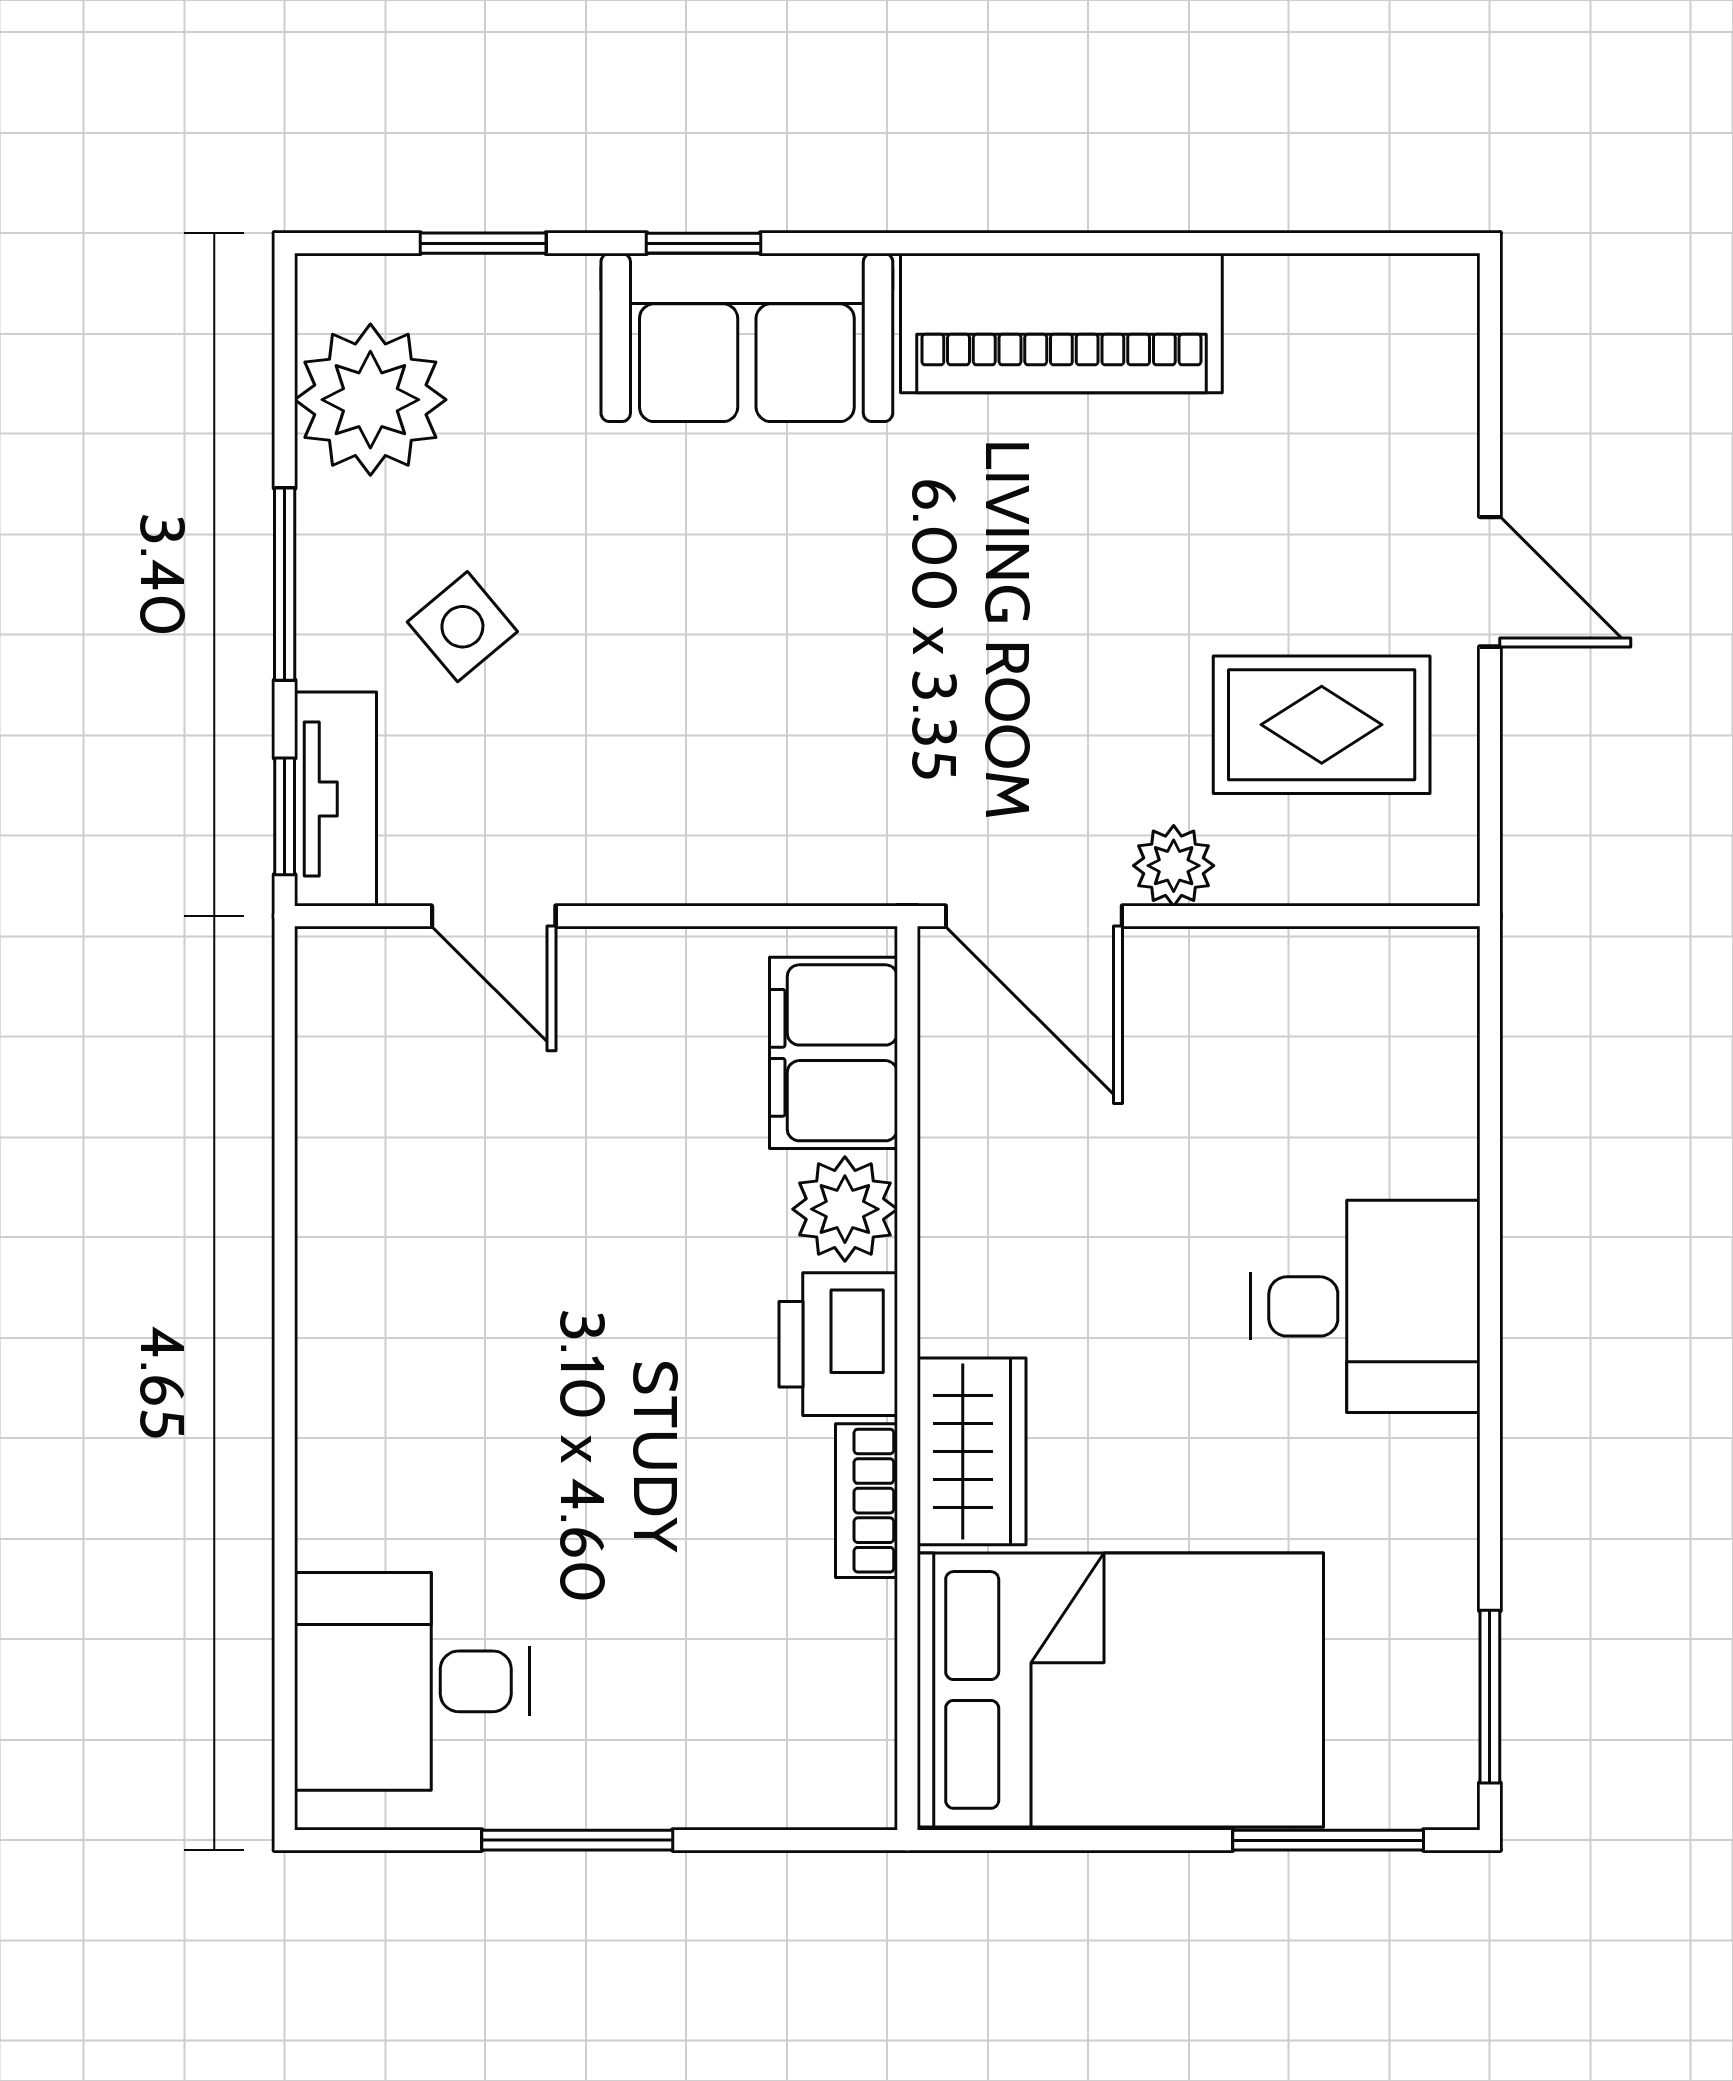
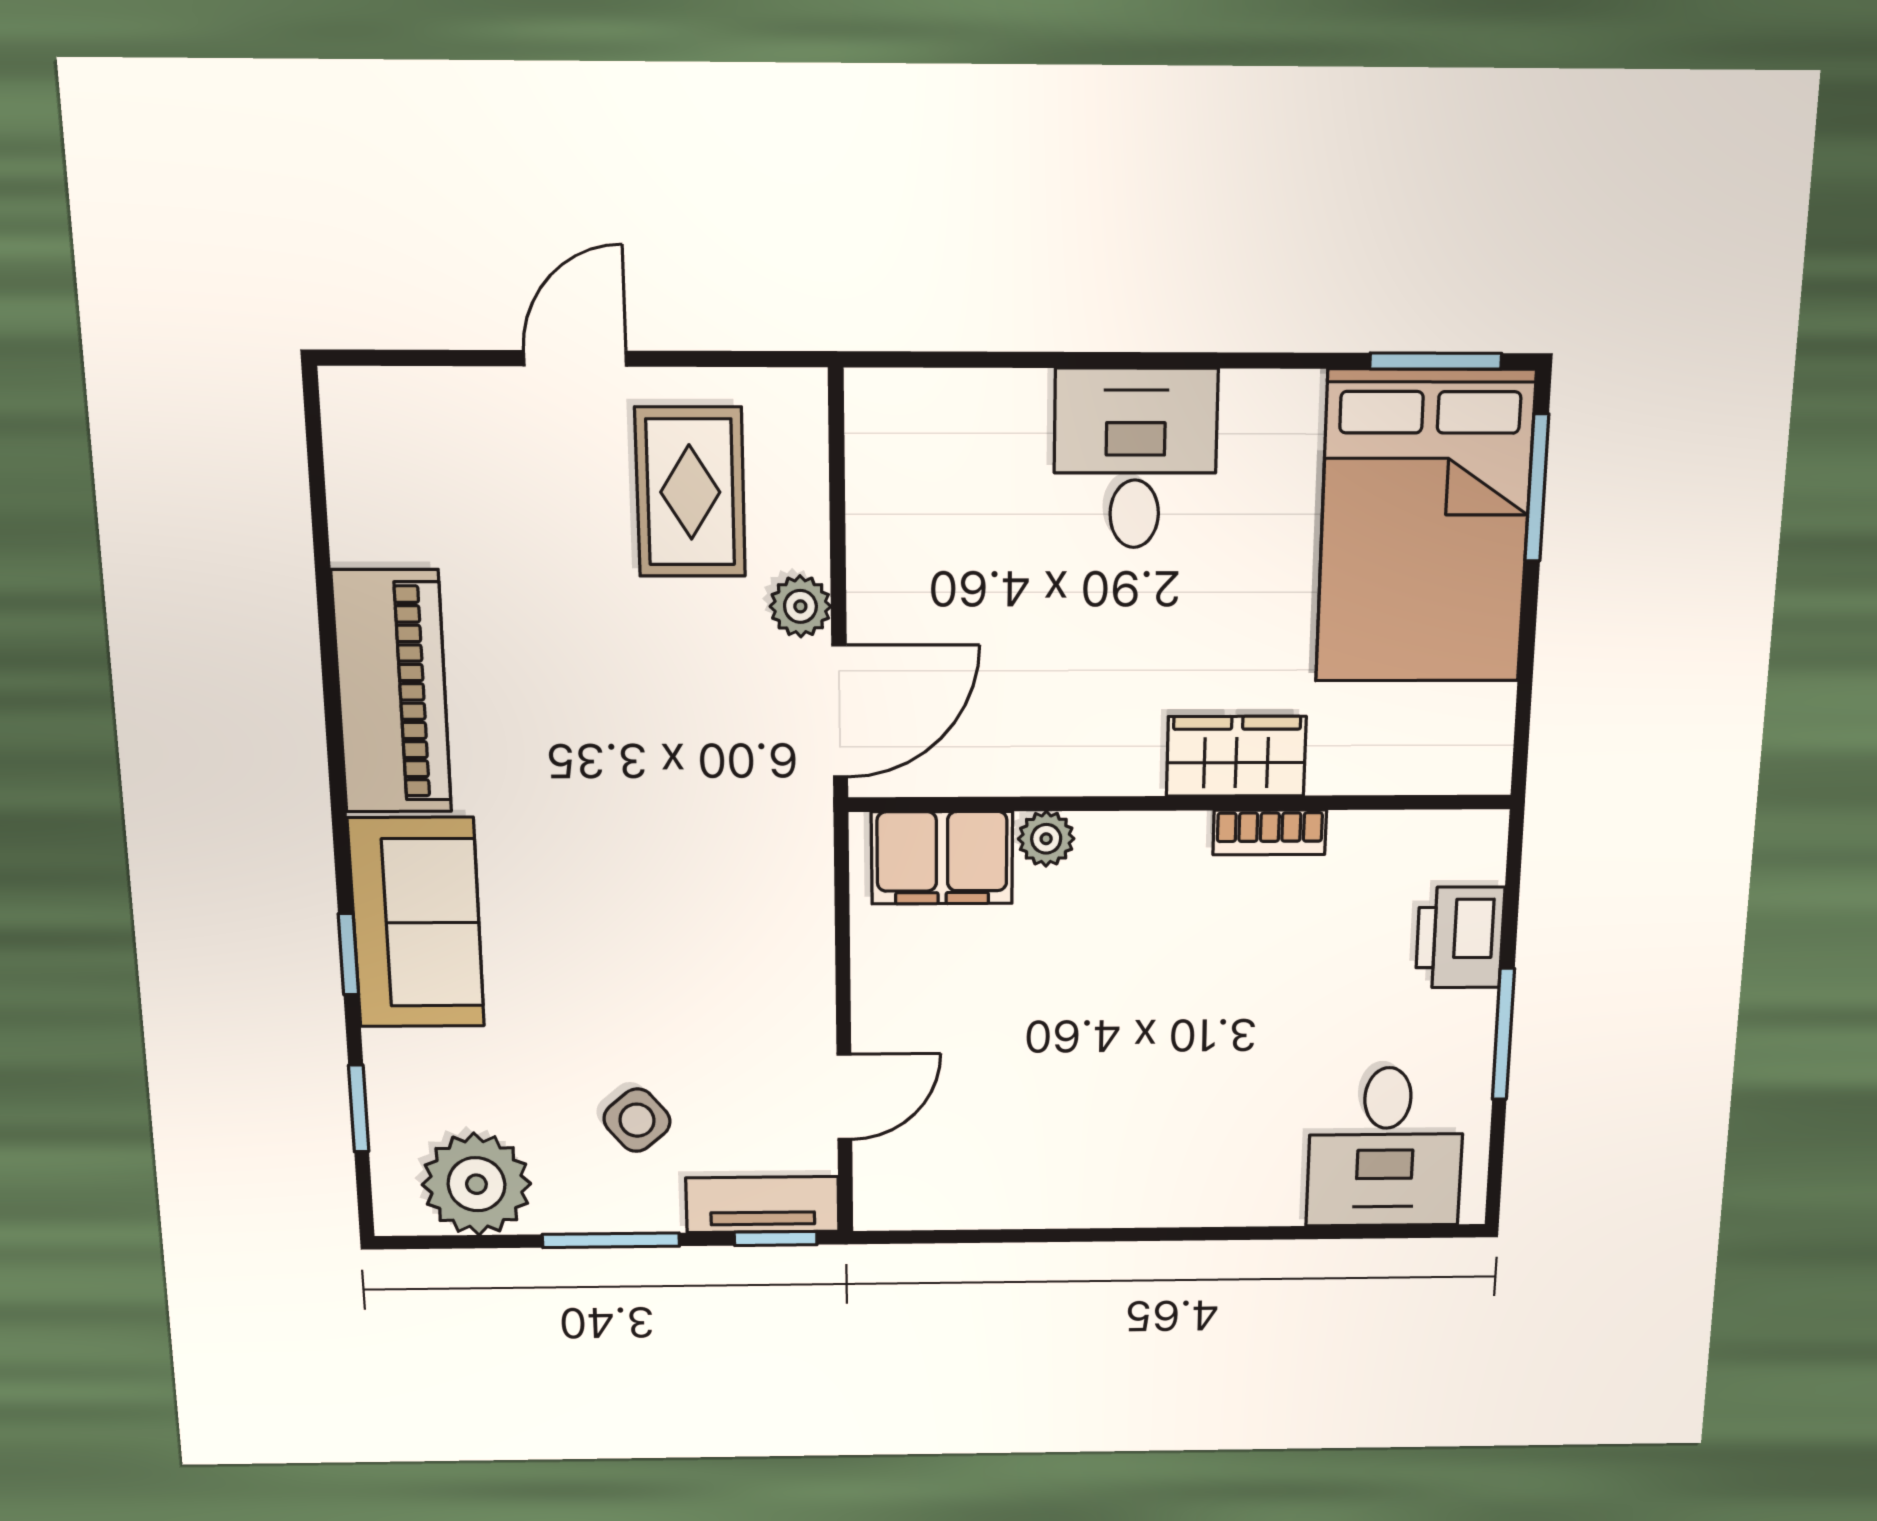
plant: (845, 1209) -> (1046, 839), width x0.73, depth x0.73
printer: (838, 1344) -> (1460, 937), moved, turned 90
bed: (1120, 1690) -> (1425, 527), moved, turned 180

